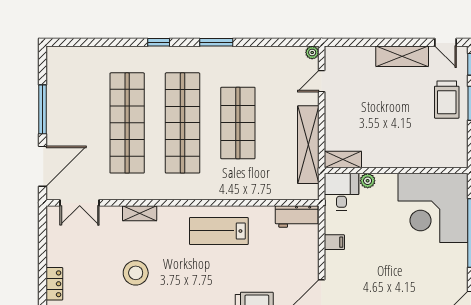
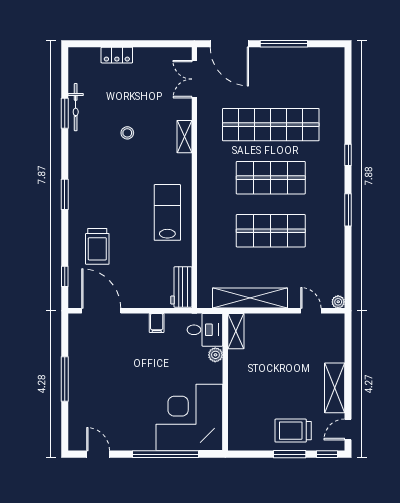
shop shelf: (183, 123) -> (271, 178), width x0.71
stool: (136, 273) -> (127, 133), width x0.53, depth x0.53

